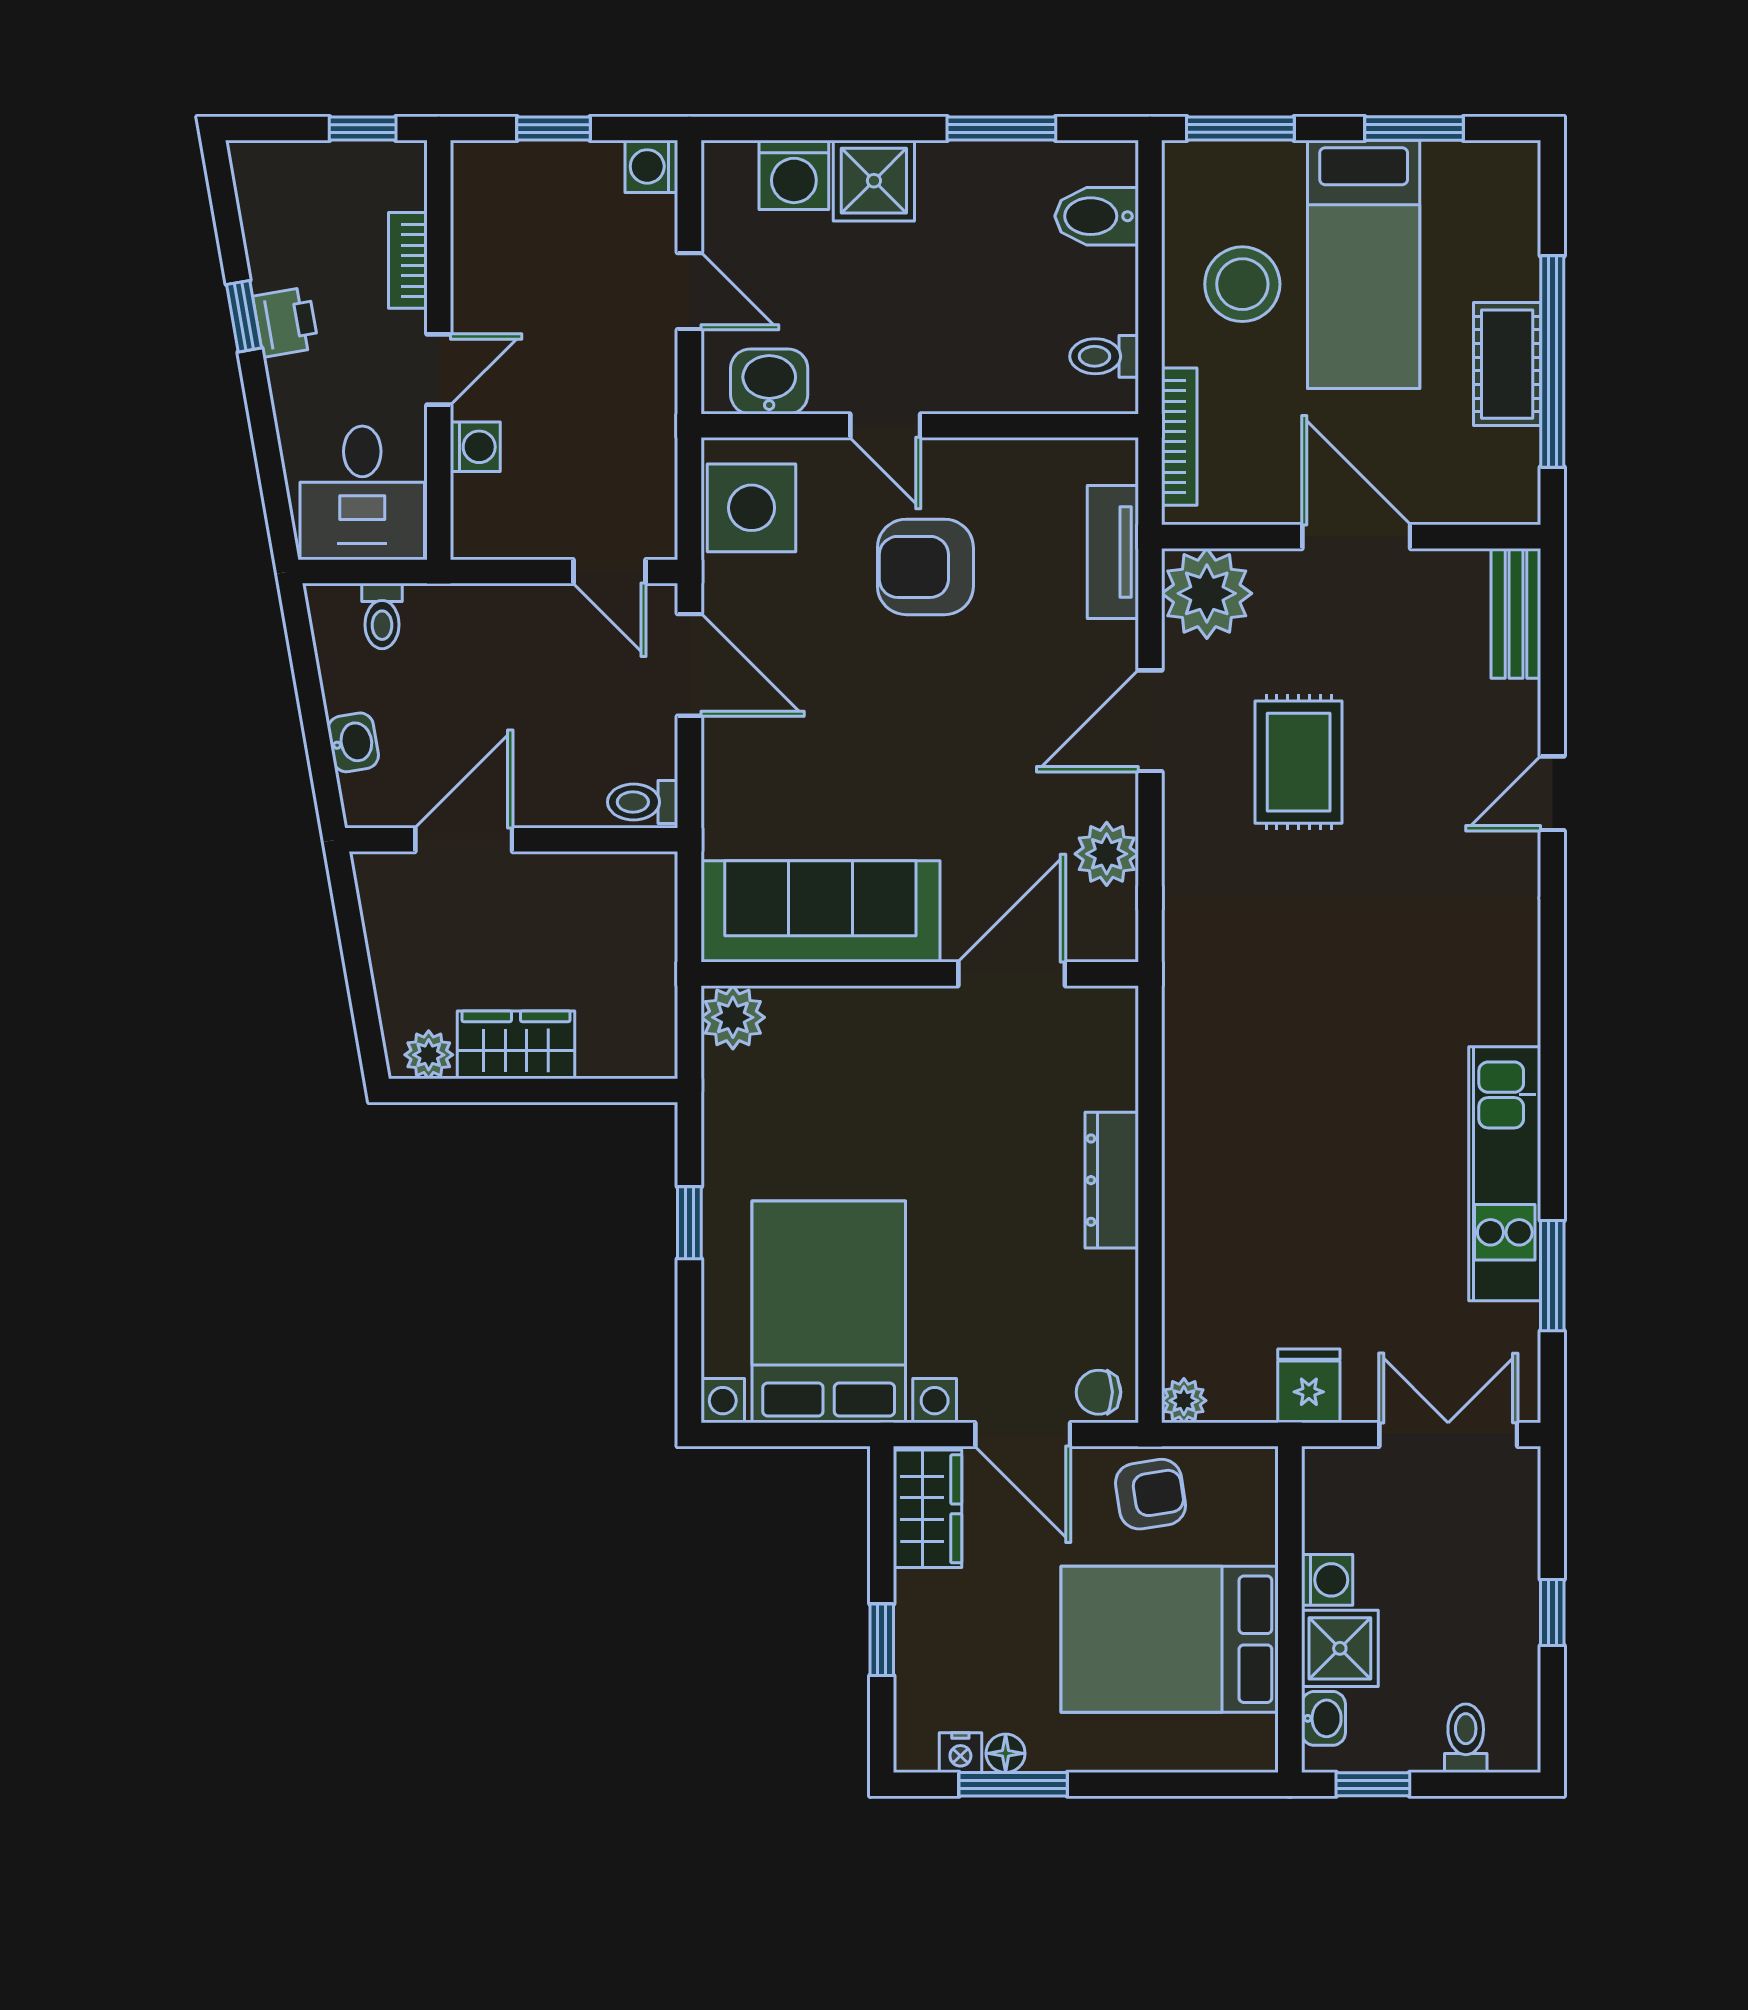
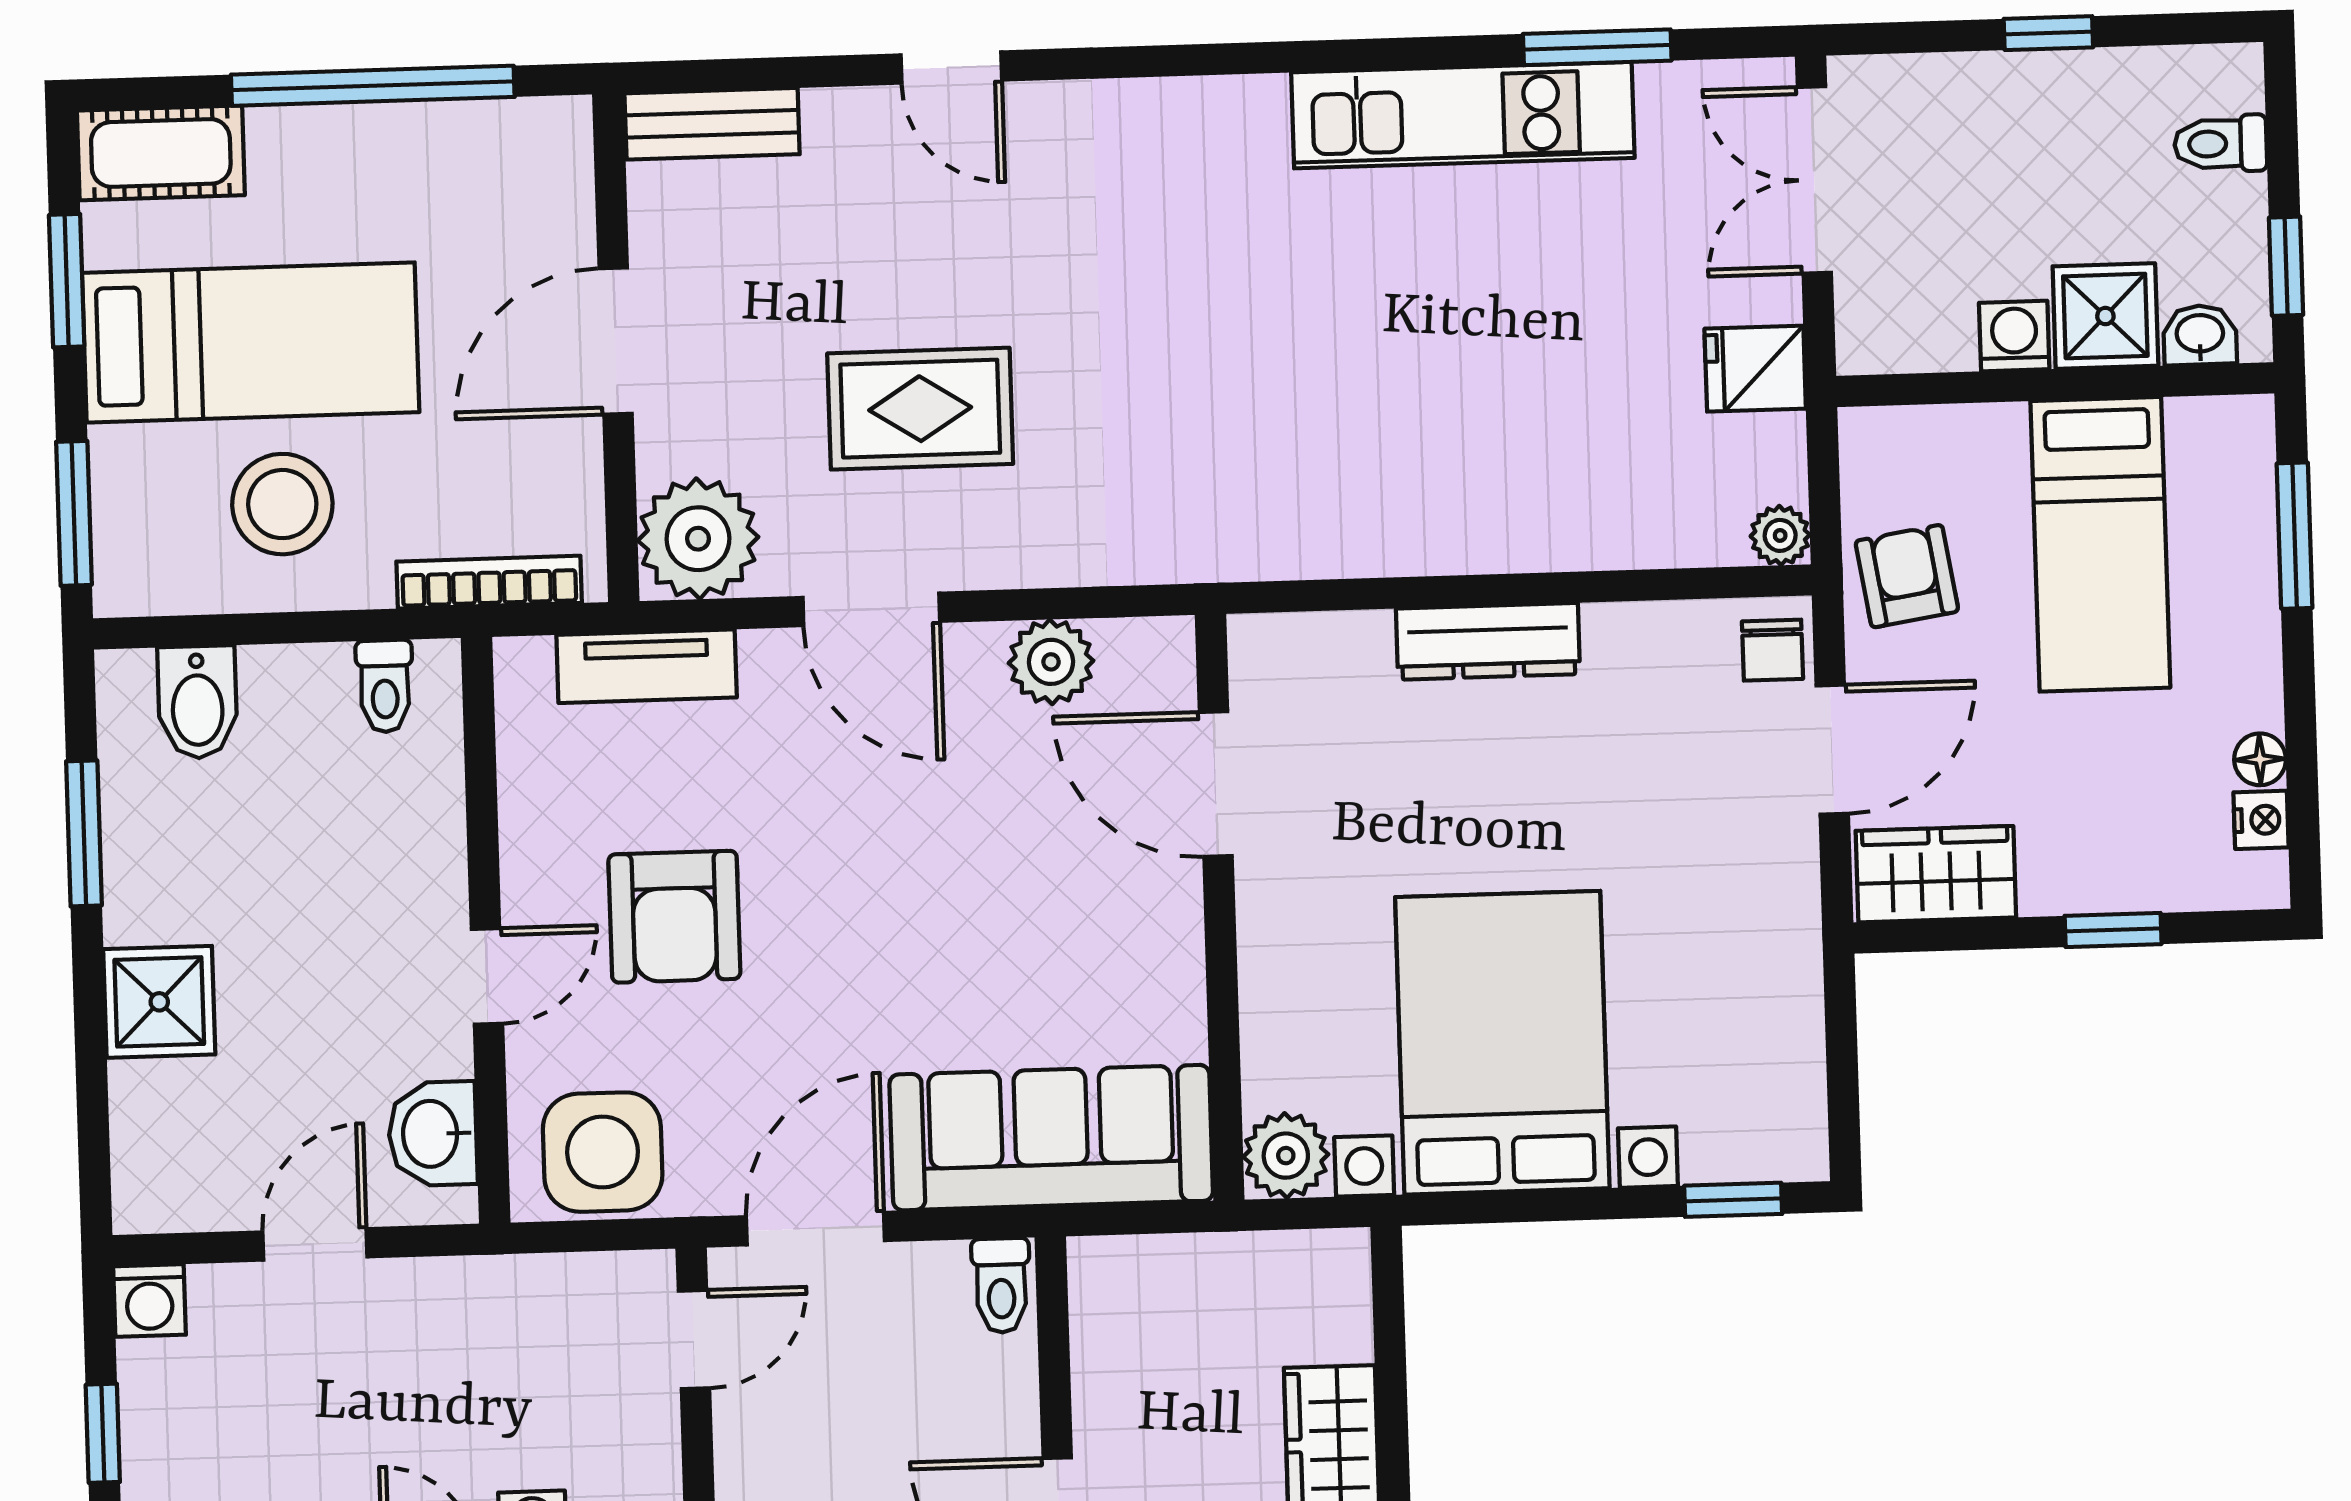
washing machine: (794, 175) -> (155, 1109), removed
cot: (1507, 364) -> (161, 153), moved
sofa: (820, 911) -> (1051, 1138), moved, turned 90
window: (689, 1223) -> (1733, 1200), moved
bed with nightstands: (829, 1312) -> (1502, 1043), moved, turned 90
bed: (1170, 1639) -> (2100, 544), width x0.67
window: (1013, 1784) -> (2295, 536), moved

